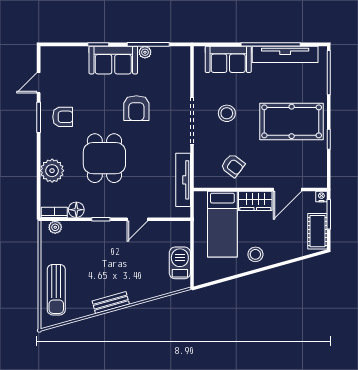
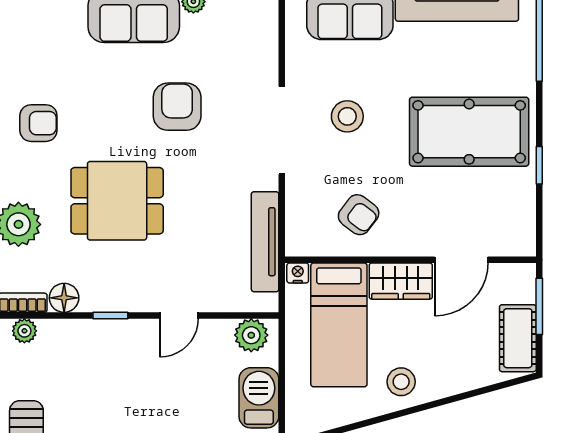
armchair: (136, 108) -> (177, 107), turned 180
dining table: (104, 158) -> (117, 201), turned 90
nightstand: (321, 197) -> (298, 273), moved
plant: (176, 230) -> (251, 335), added

